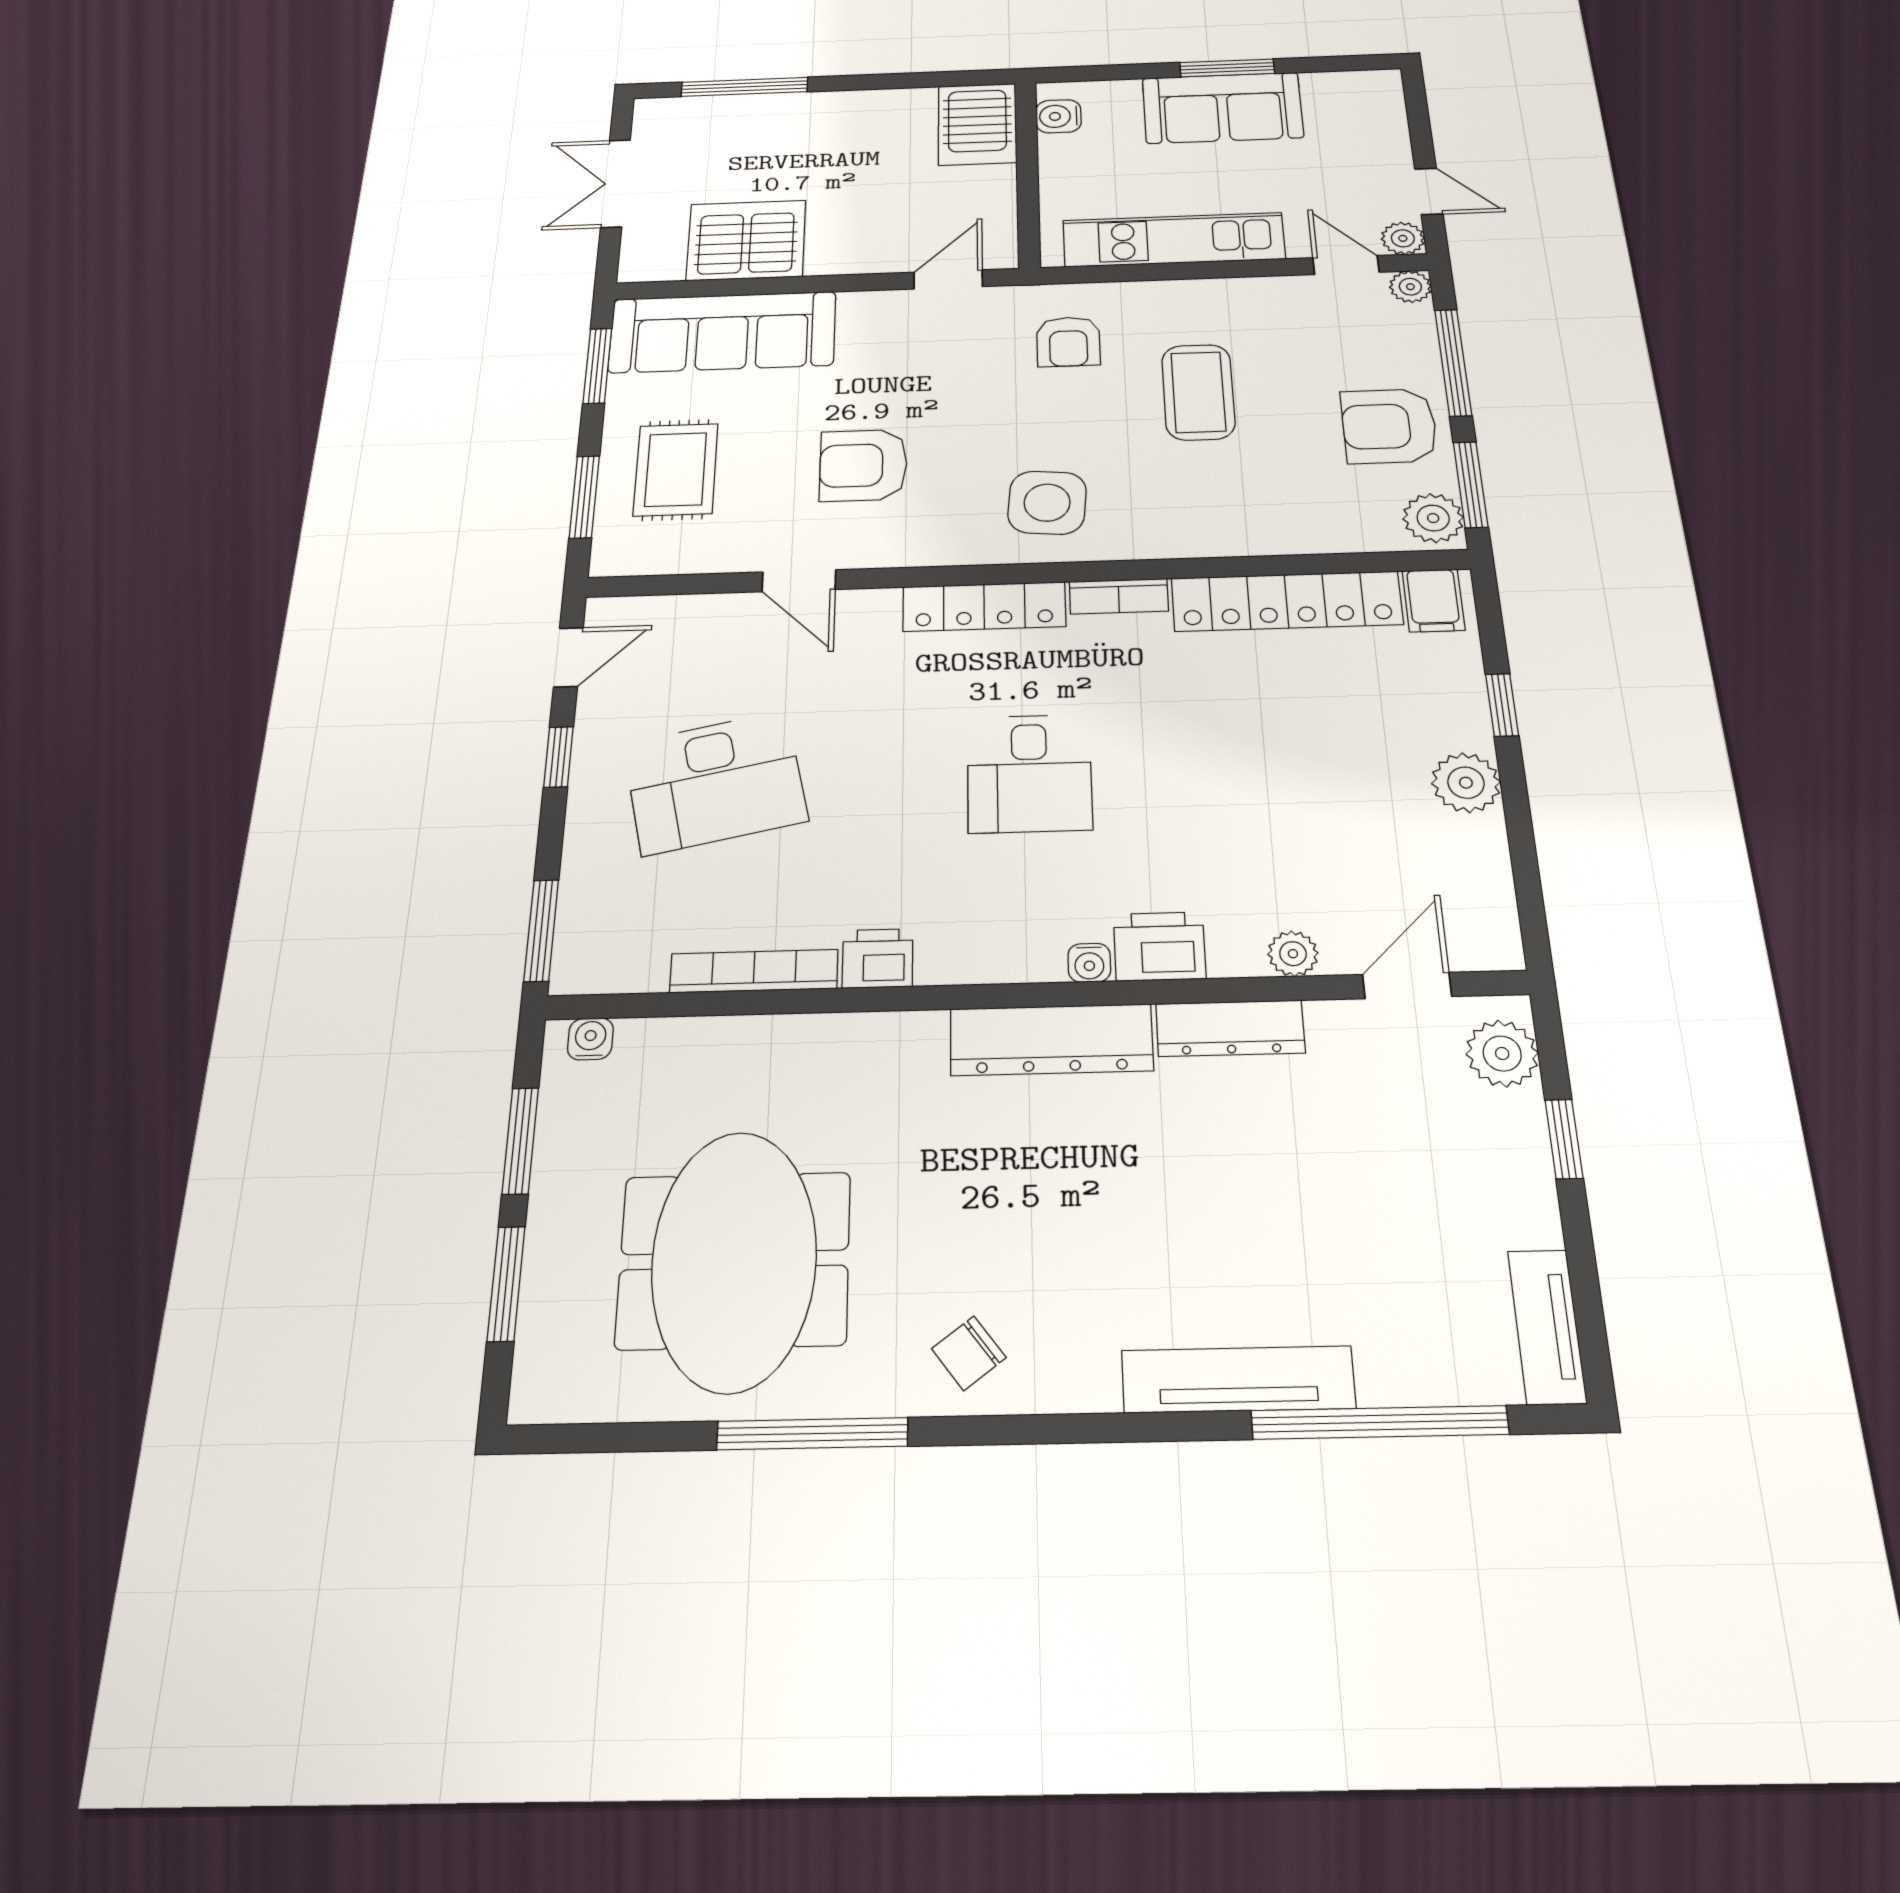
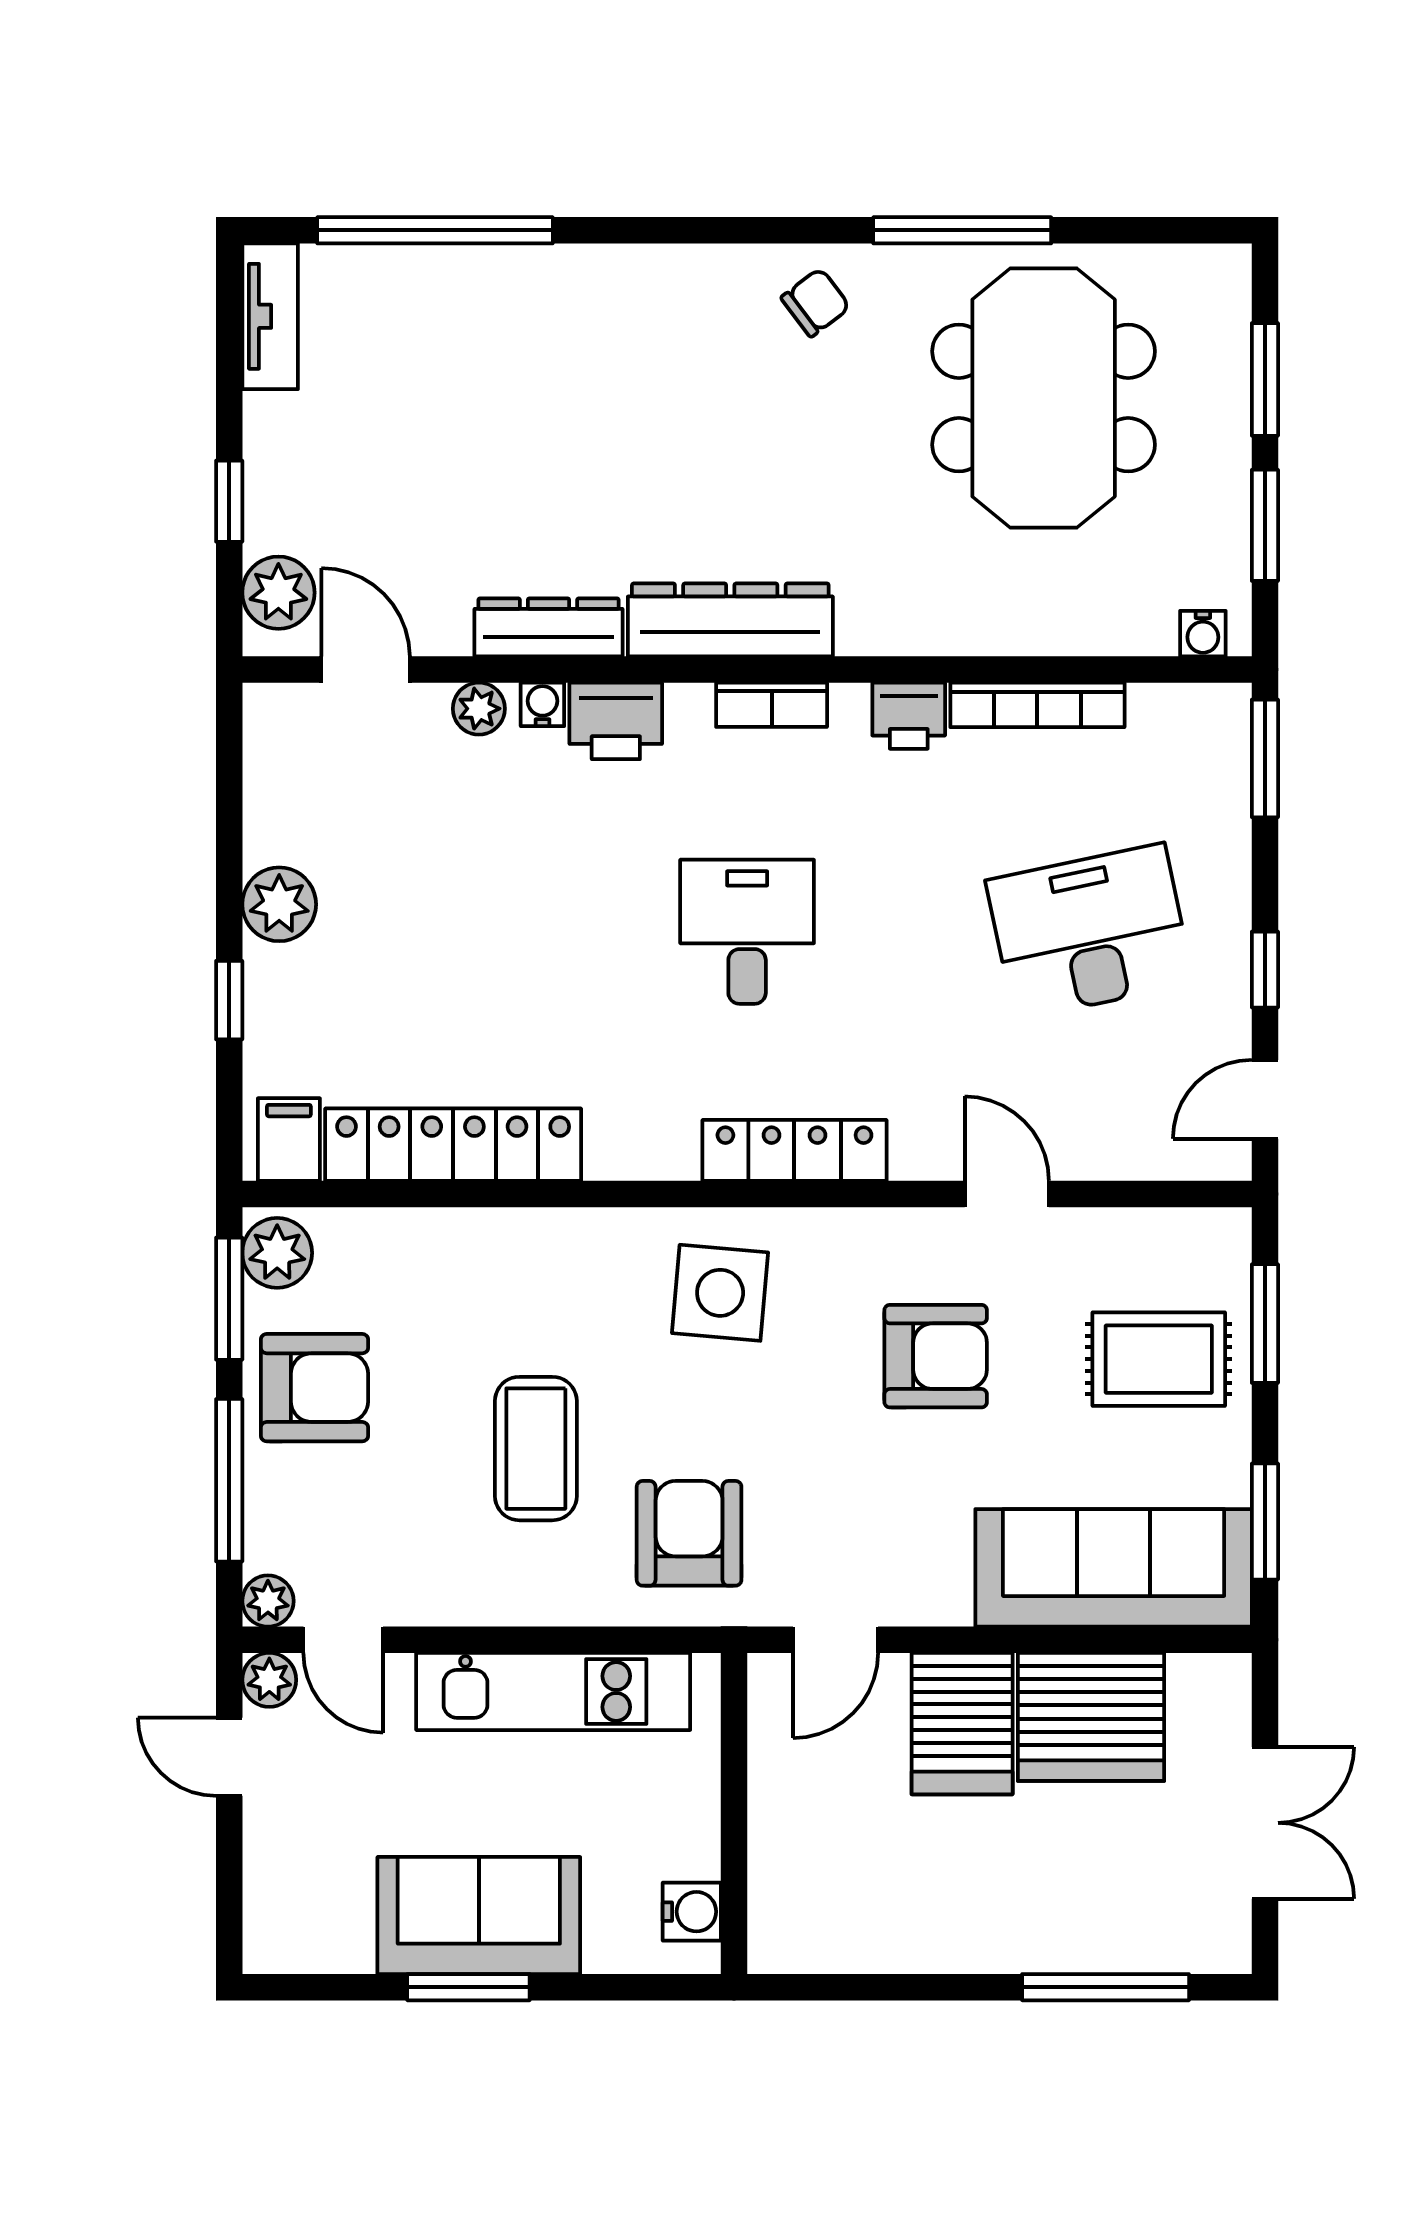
server rack: (977, 124) -> (962, 1724), moved, turned 180
armchair: (1068, 342) -> (689, 1533), width x1.38, depth x1.38
rug: (676, 469) -> (1159, 1359), turned 90
bookcase: (1119, 596) -> (772, 705), moved, turned 180
water cooler: (1089, 963) -> (542, 704), moved
door: (1407, 986) -> (366, 670), swing flipped
tv unit: (1238, 1379) -> (563, 273), removed

